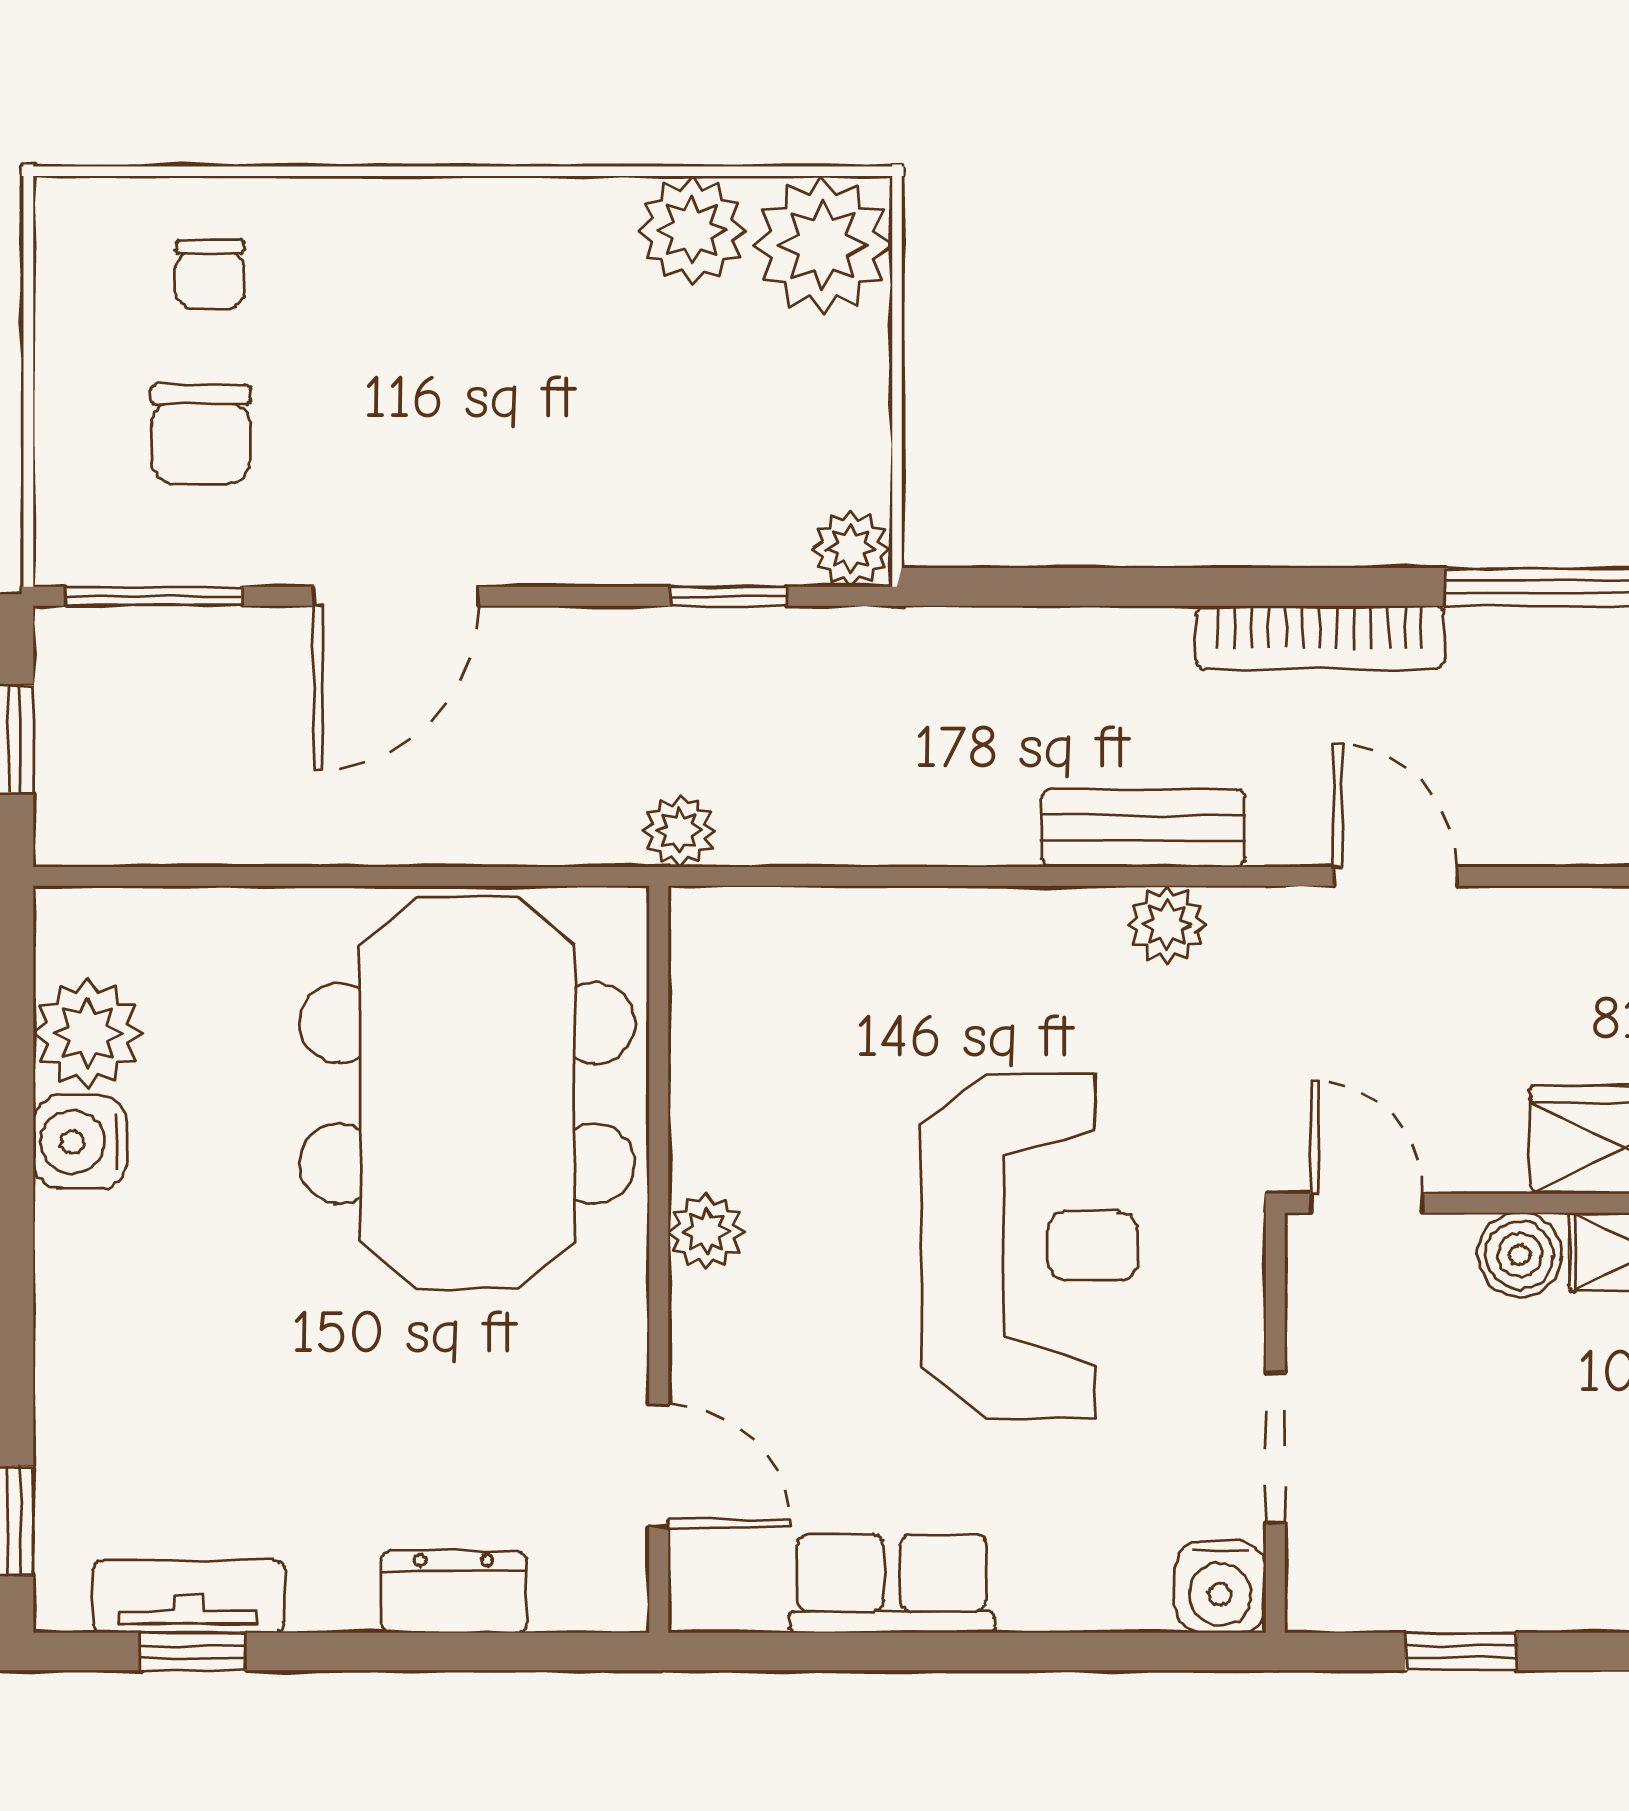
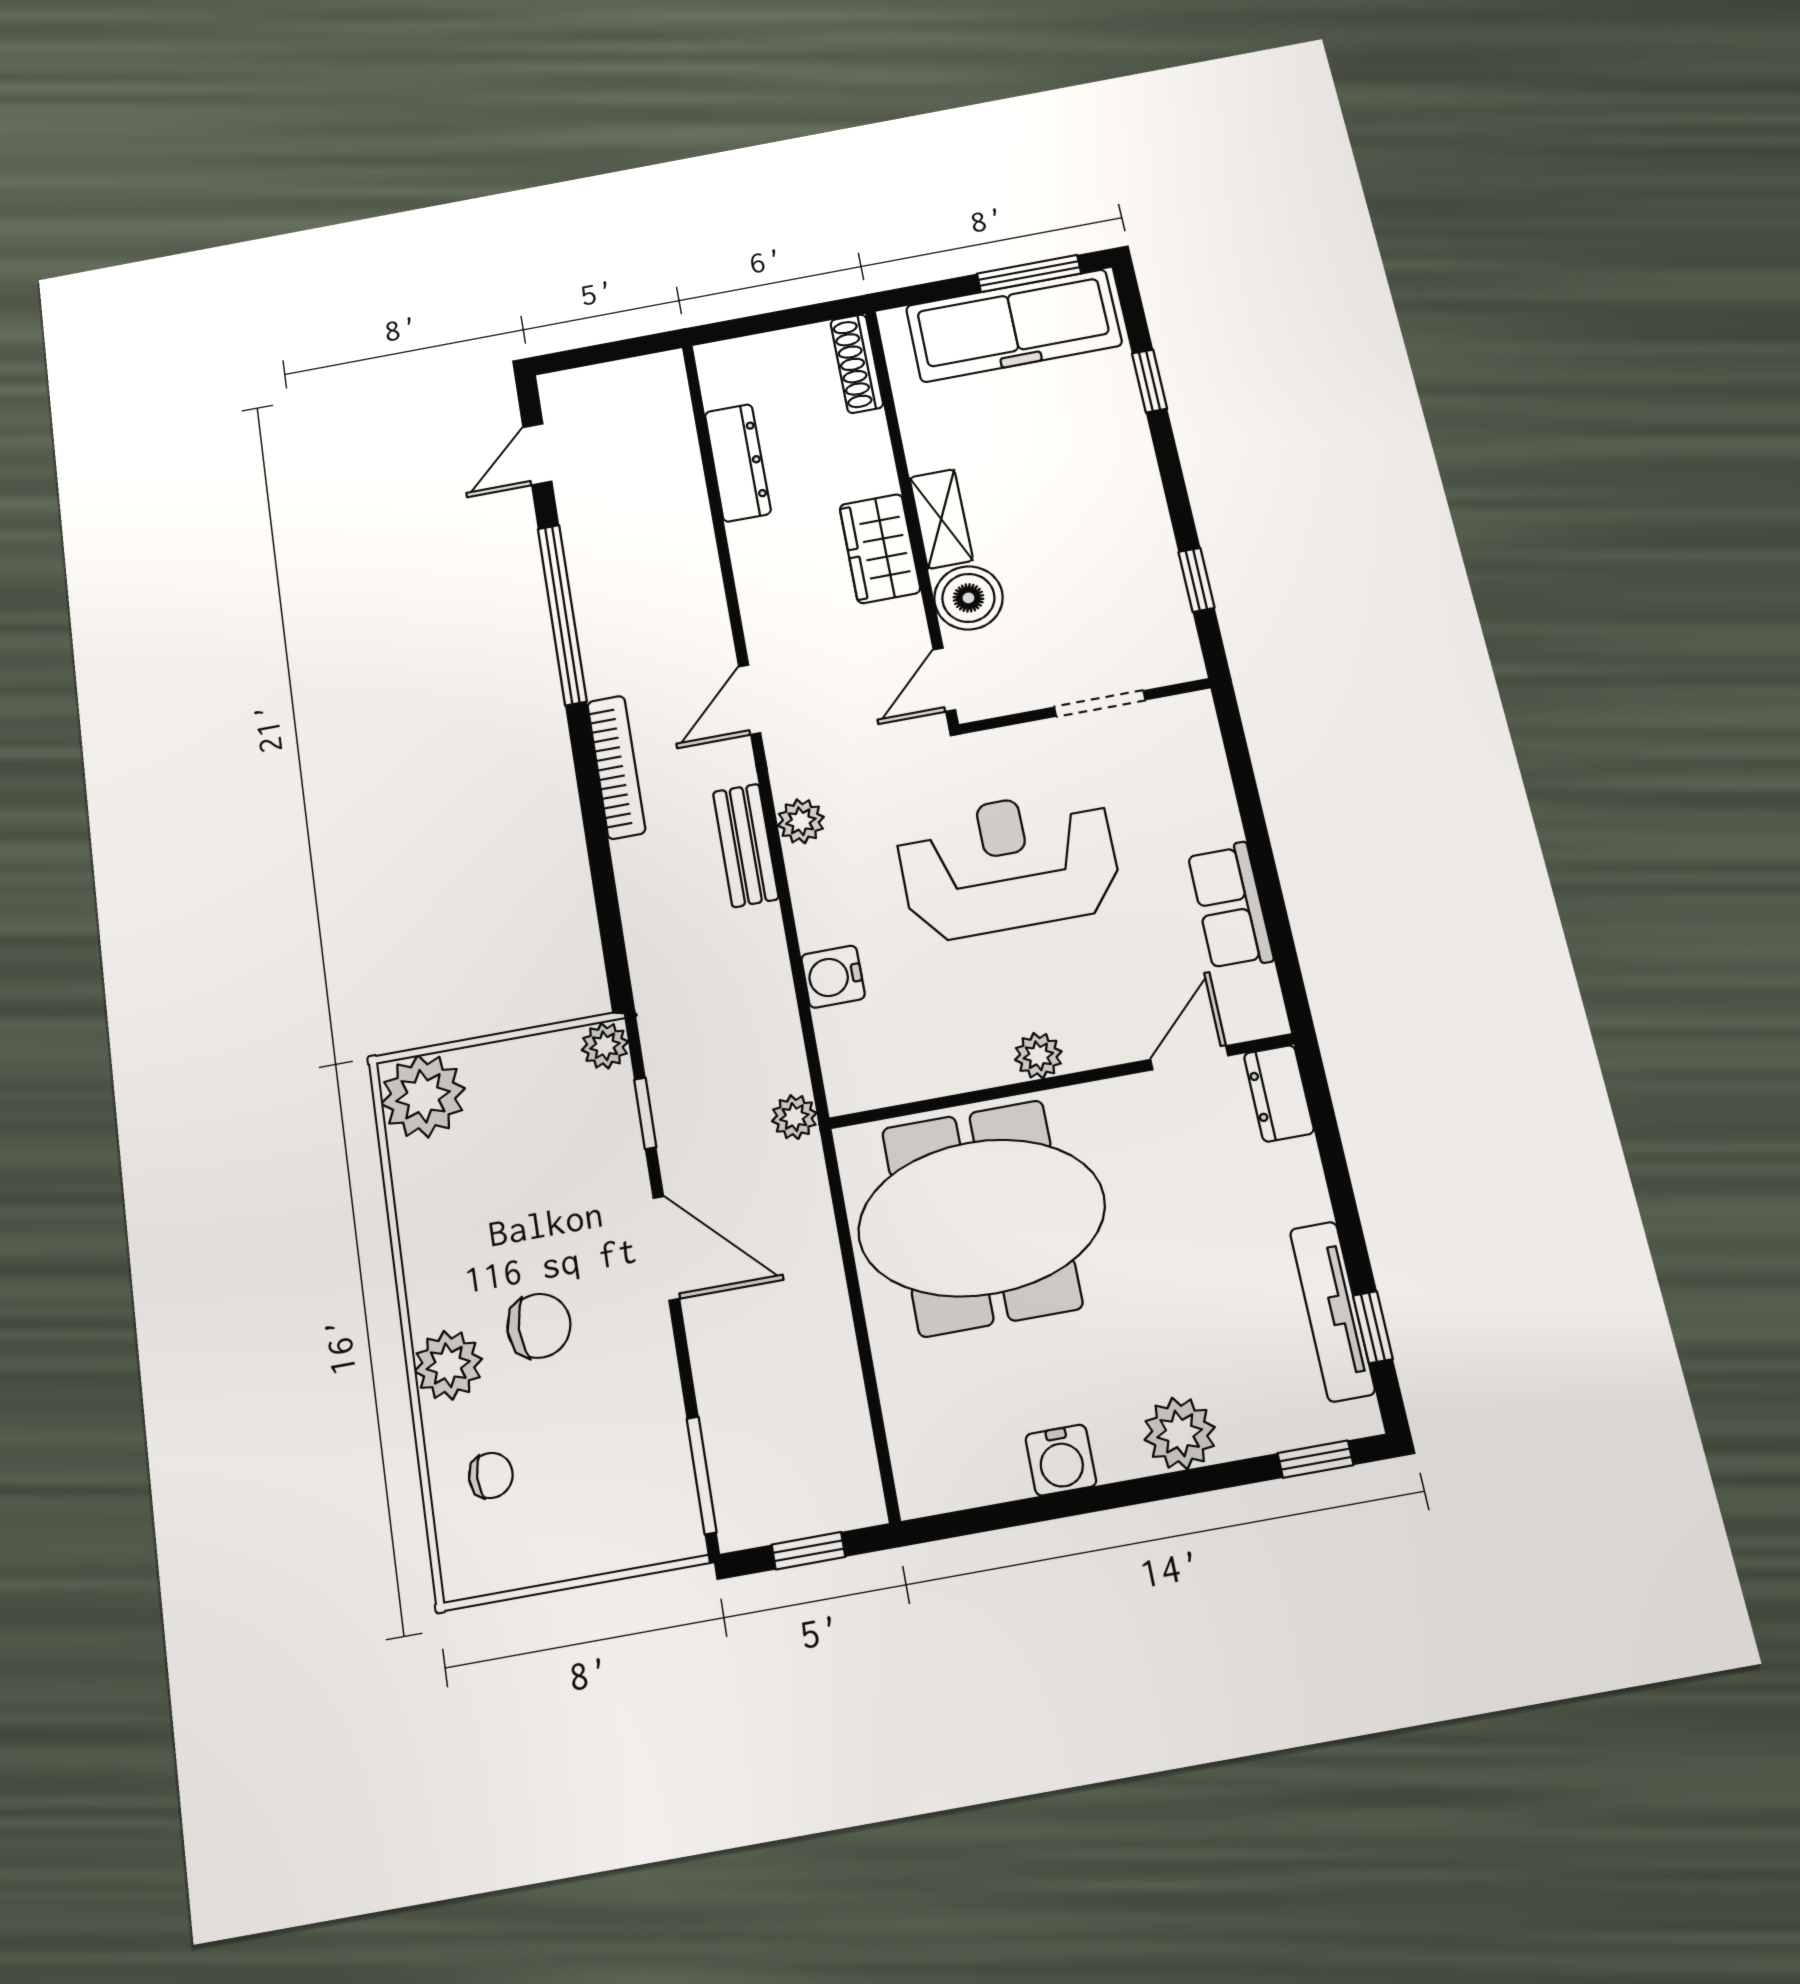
plant: (692, 230) -> (448, 1365), moved
chair: (201, 434) -> (539, 1326), moved
door: (396, 596) -> (666, 1248), moved
plant: (88, 1033) -> (1180, 1433), moved
boiler: (1520, 1255) -> (968, 598), width x1.36, depth x1.36
water cooler: (1220, 1587) -> (833, 977), moved, turned 180
dresser: (454, 1592) -> (1279, 1093), moved
tv unit: (188, 1596) -> (1332, 1311), width x1.41

